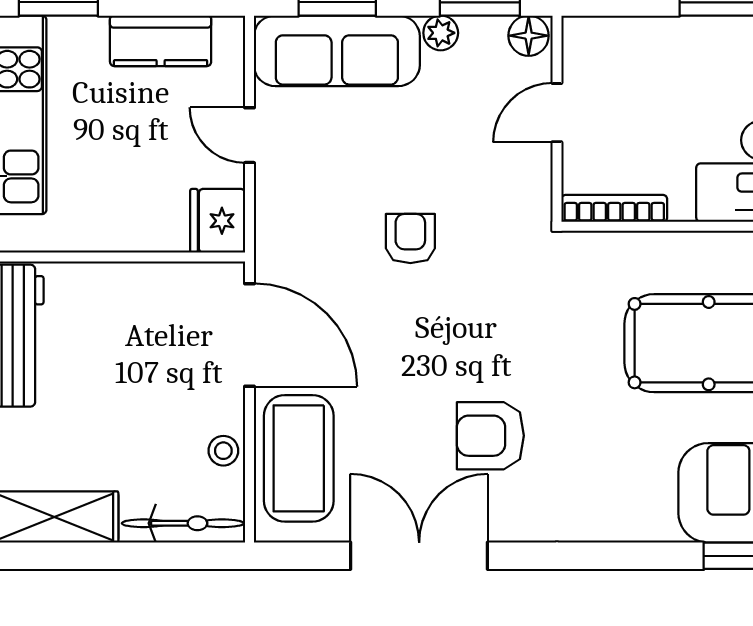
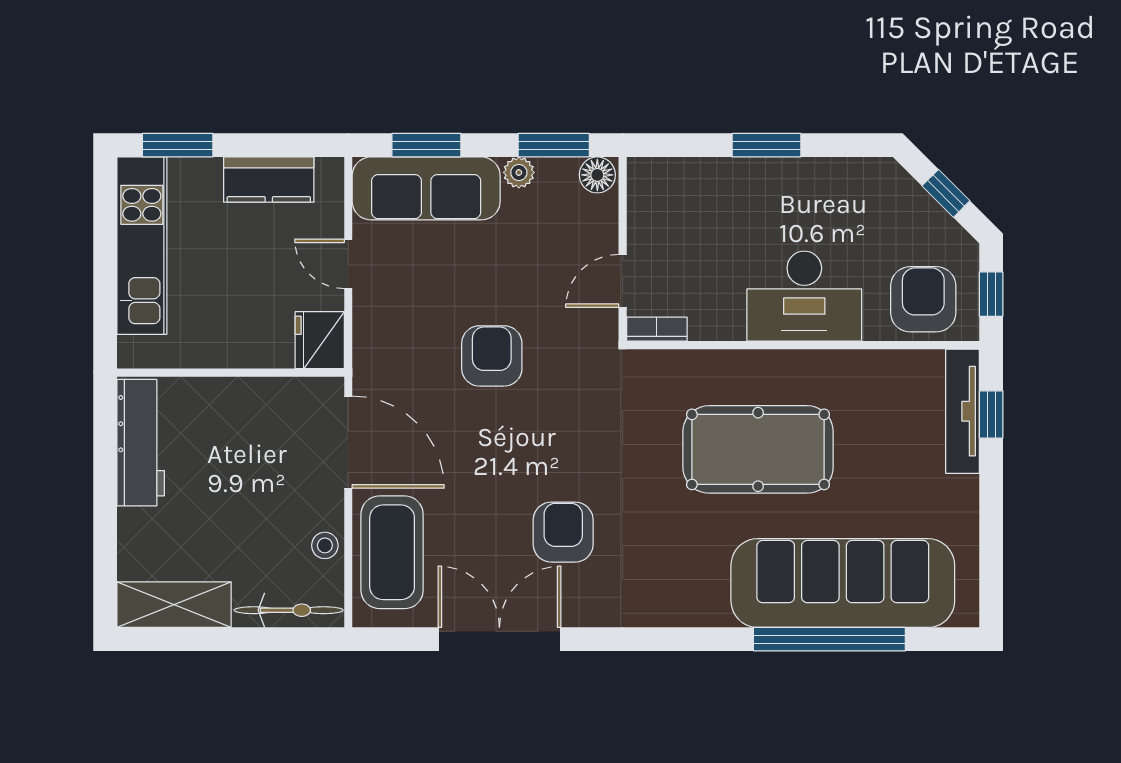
door: (557, 113) -> (623, 281), moved
bookcase: (614, 208) -> (657, 329), width x0.64
armchair: (410, 238) -> (492, 356), width x1.38, depth x1.38
armchair: (490, 436) -> (563, 532), turned 90

